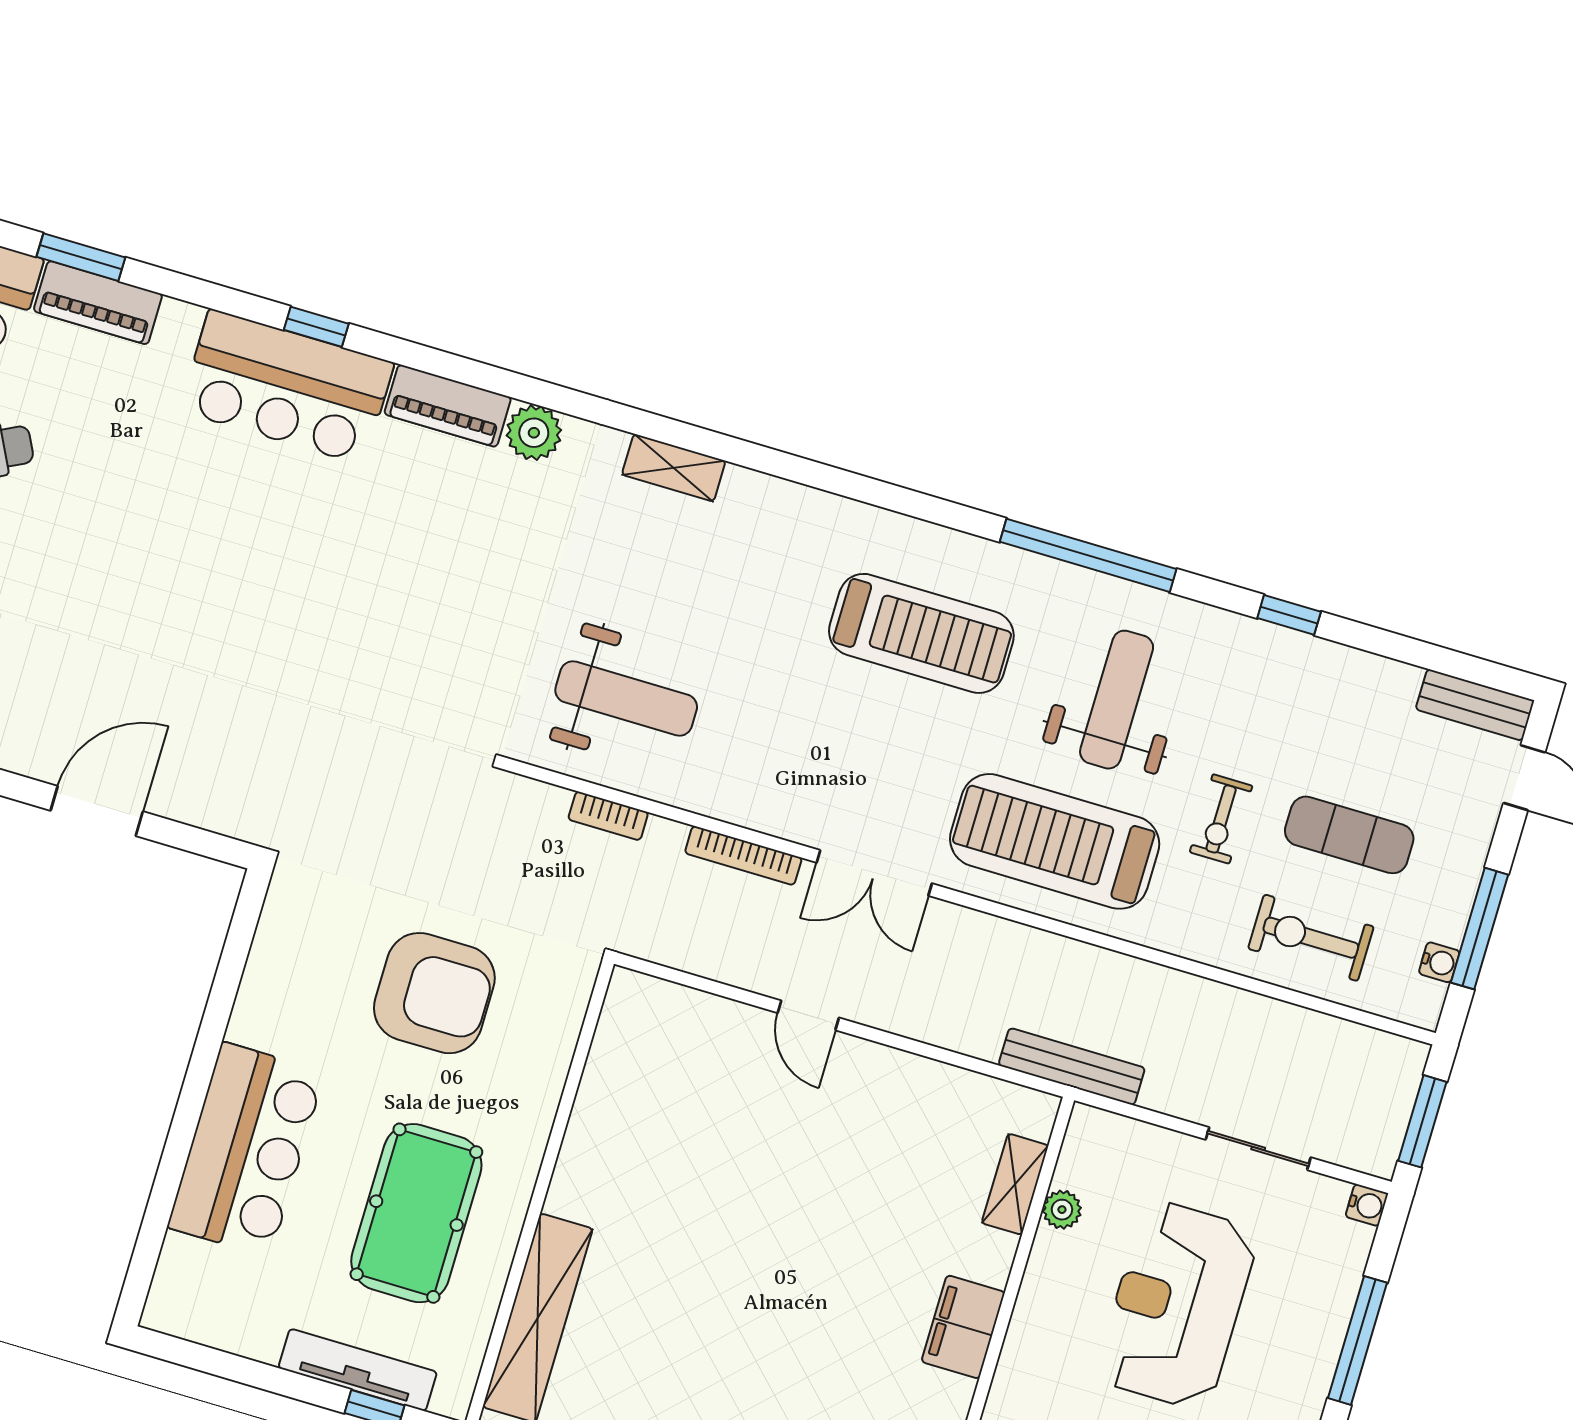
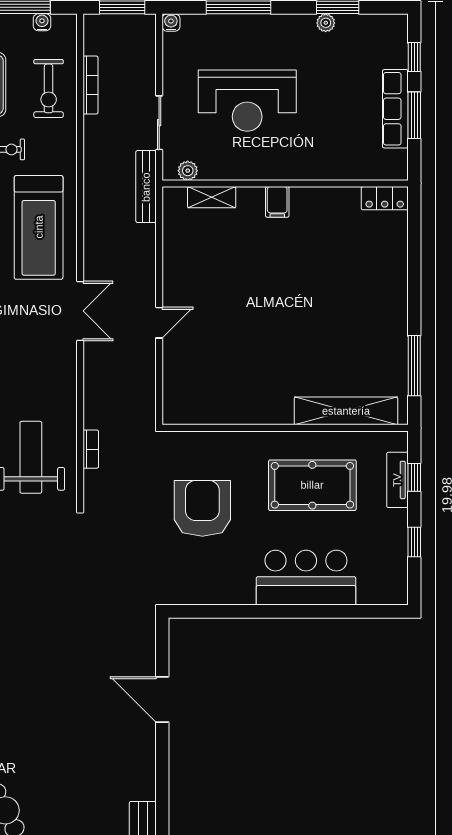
bookcase: (743, 855) -> (90, 85), moved
sliding door: (1258, 1149) -> (159, 123), moved
plant: (1062, 1210) -> (188, 171), moved
filing cabinet: (963, 1327) -> (277, 202), width x0.50
tv unit: (358, 1370) -> (397, 480), width x0.71
window: (253, 1373) -> (414, 542), added

